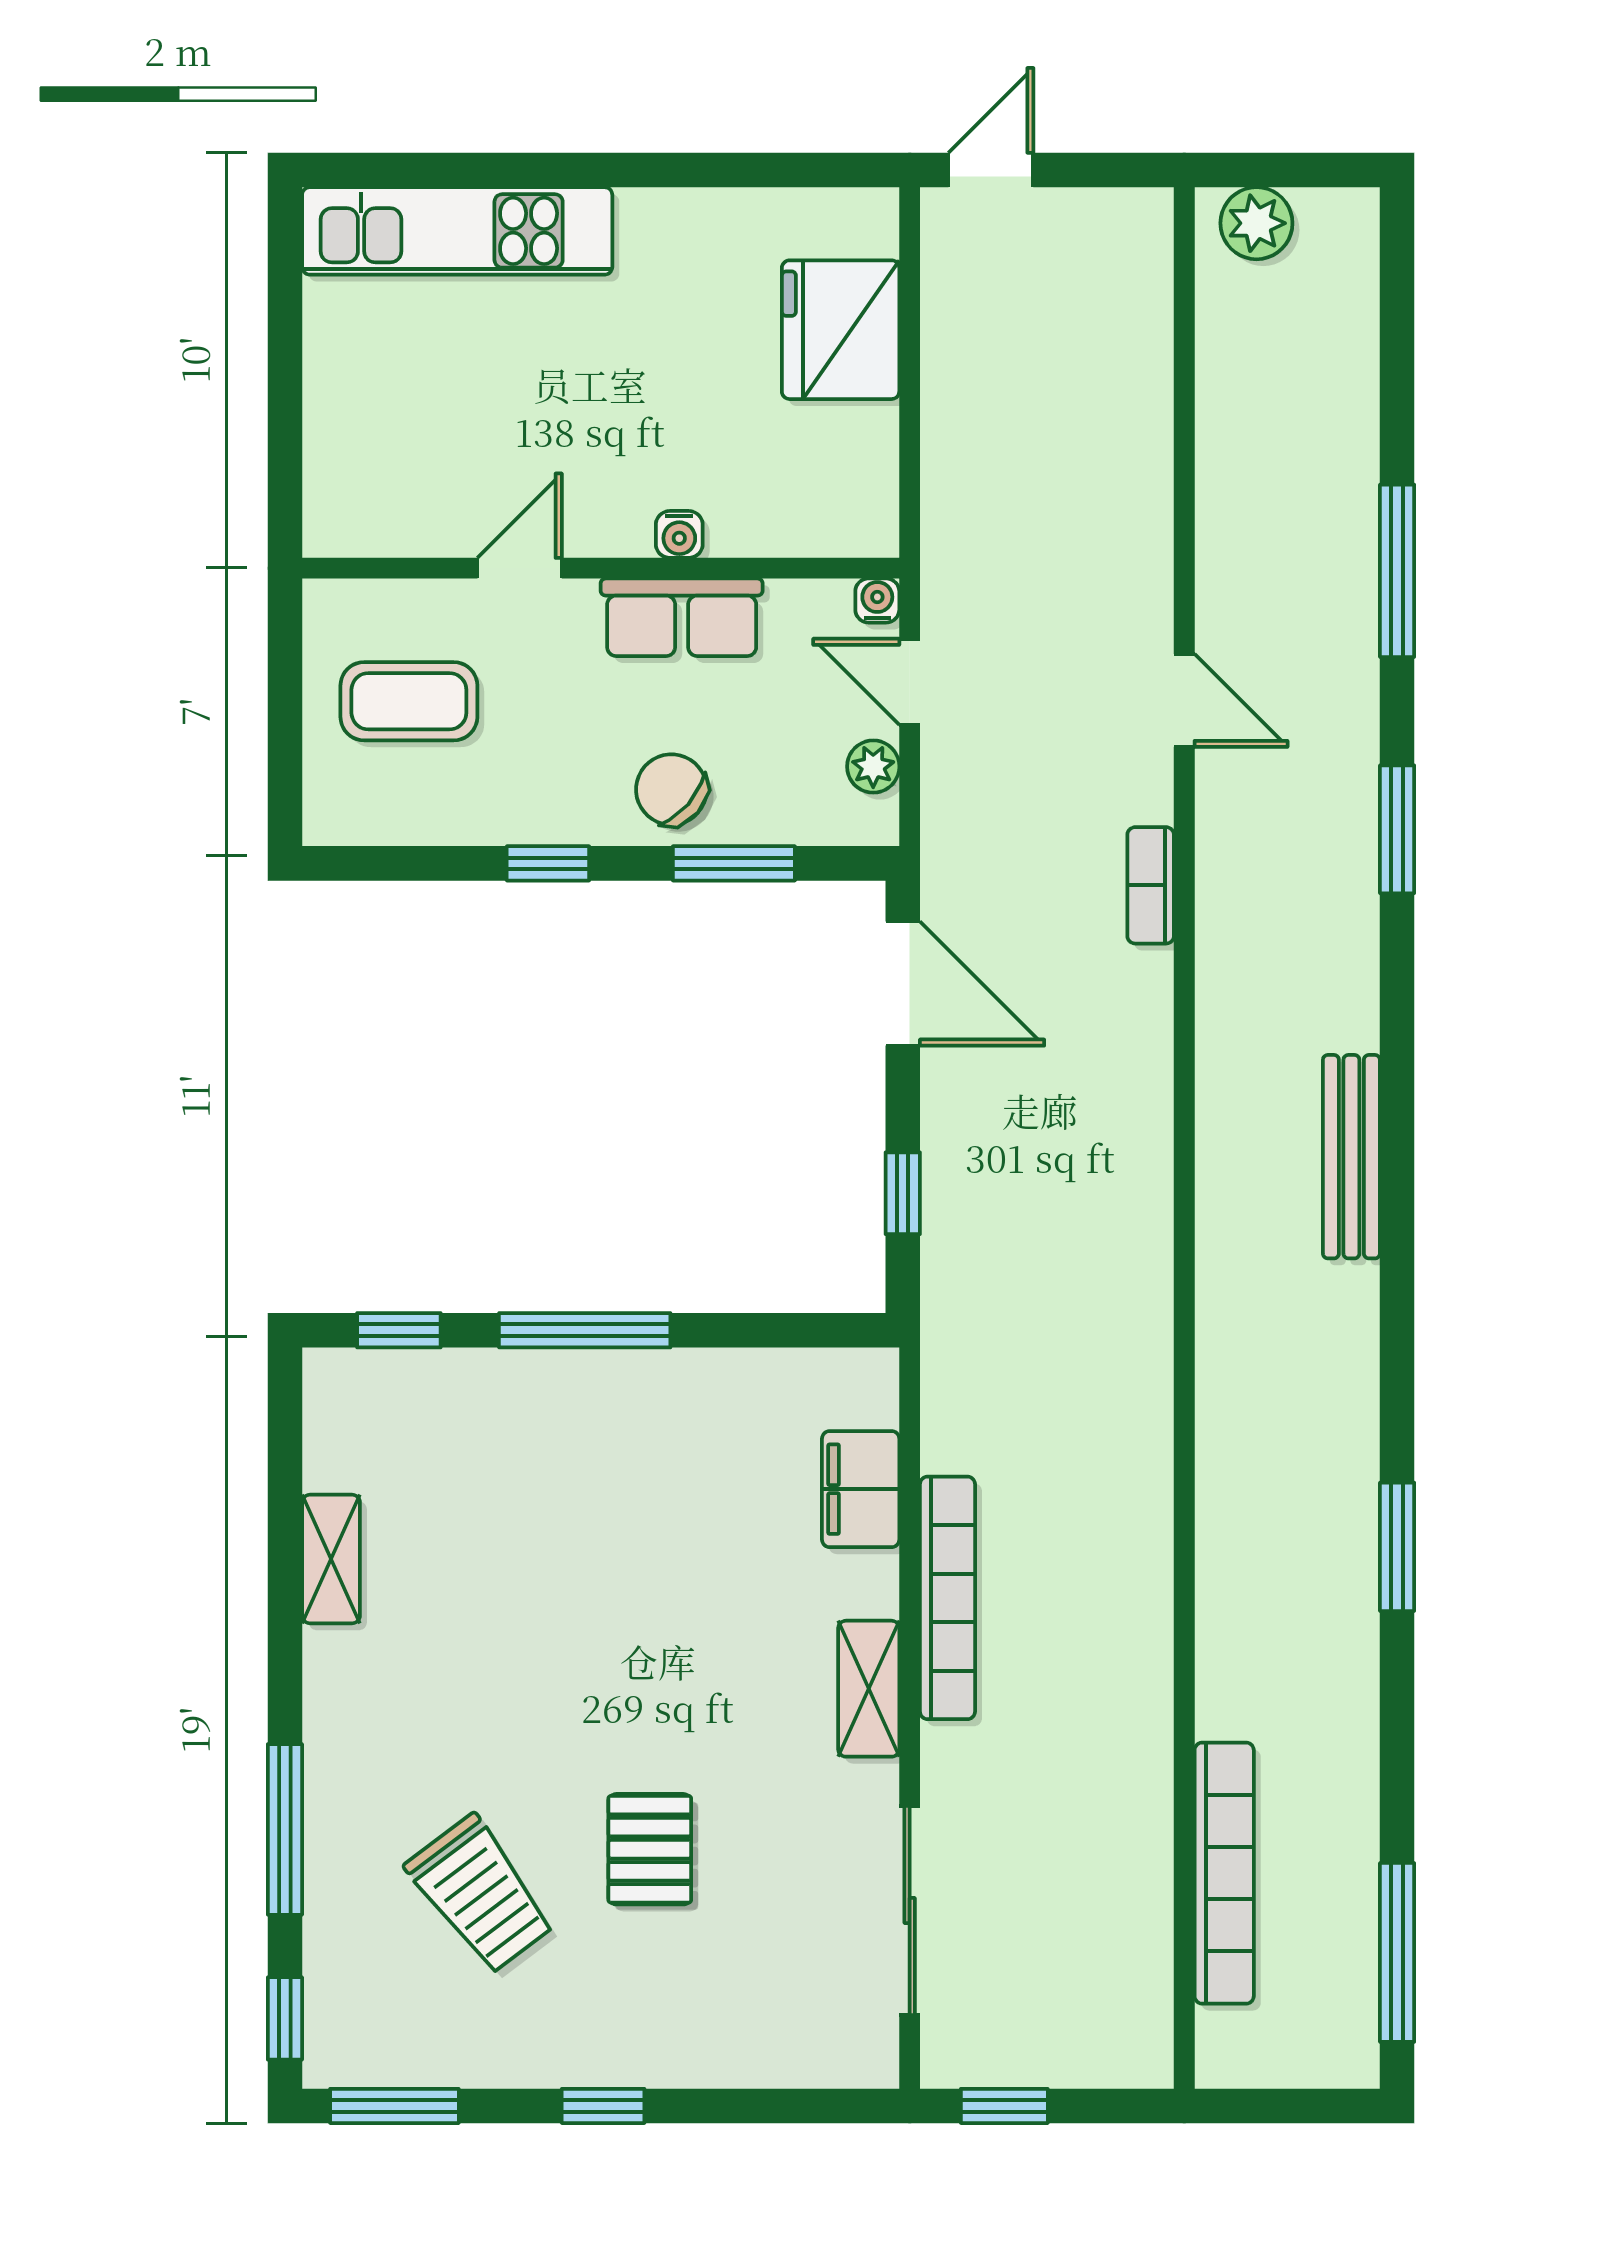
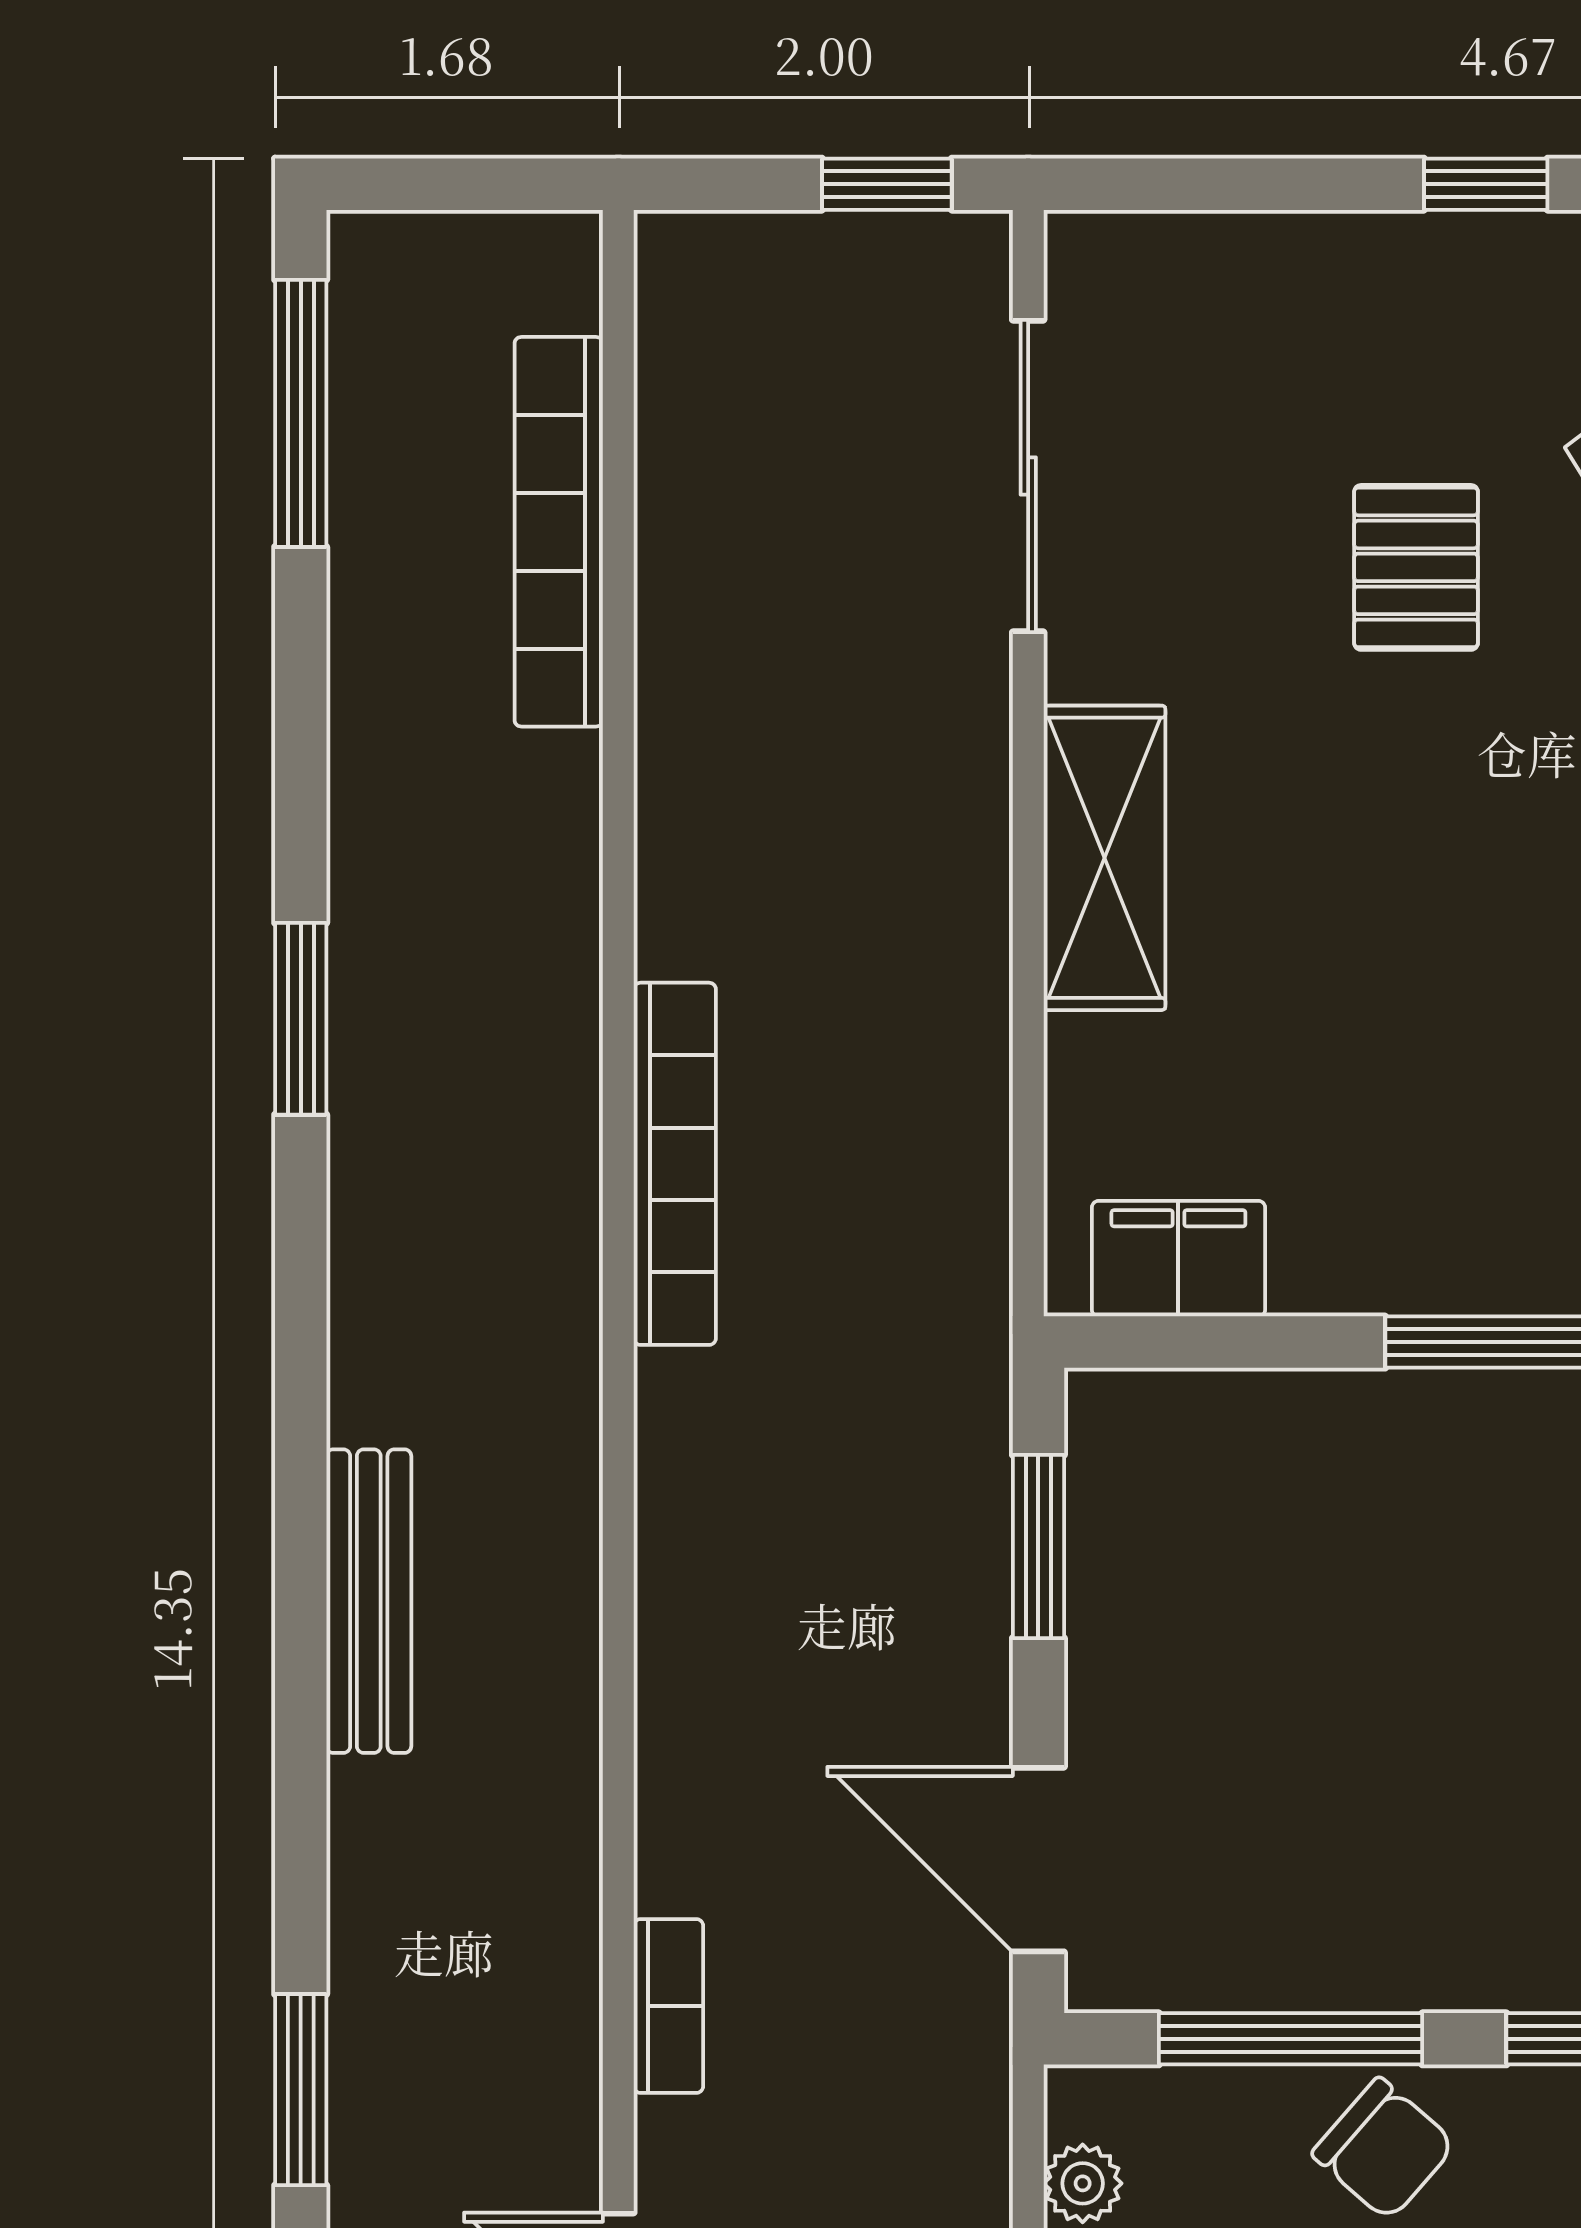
window: (734, 863) -> (1291, 2039), width x1.44
window: (903, 1193) -> (1038, 1547), width x1.50
filing cabinet: (861, 1489) -> (1178, 1259), moved, turned -90
bookcase: (947, 1598) -> (675, 1164), moved, turned 180
shelving: (869, 1689) -> (1104, 858), width x1.50, depth x1.33

